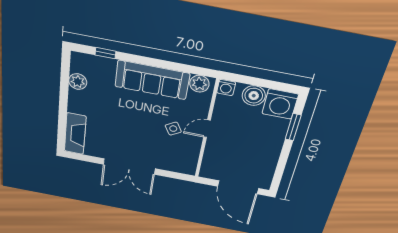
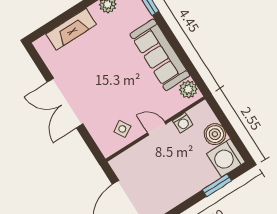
washing machine: (226, 87) -> (183, 123), moved, turned -90
side table: (173, 129) -> (122, 129), moved
fireplace: (75, 134) -> (71, 29), moved

